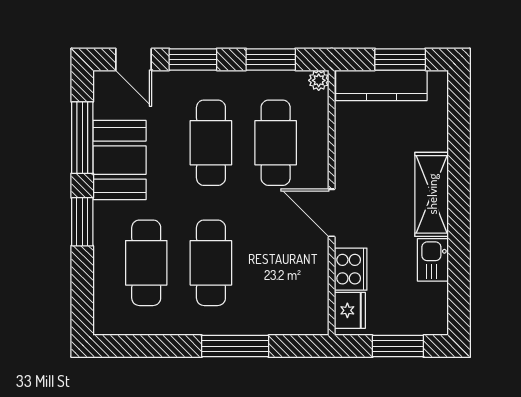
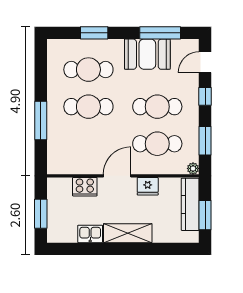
window: (193, 59) -> (205, 96), width x0.67
window: (82, 222) -> (94, 33), moved
fridge: (350, 310) -> (148, 186), moved

